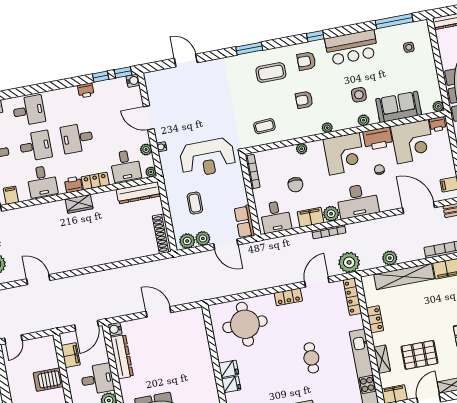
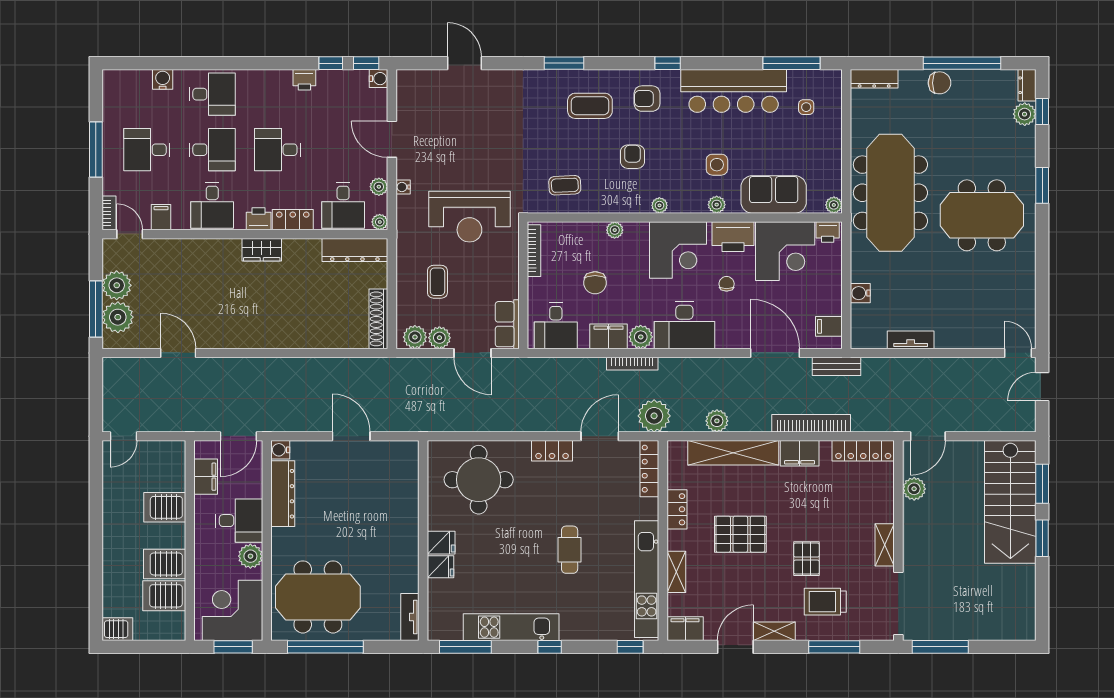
bar counter: (352, 47) -> (734, 91), width x1.36
armchair: (304, 100) -> (633, 157), turned 90
pallet: (419, 355) -> (740, 534), moved

